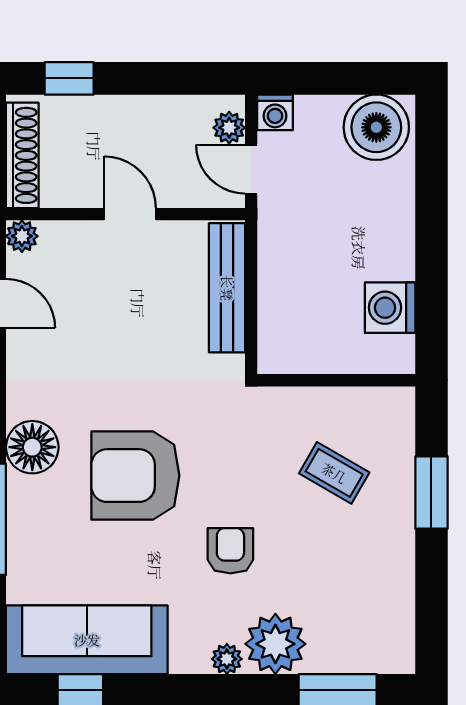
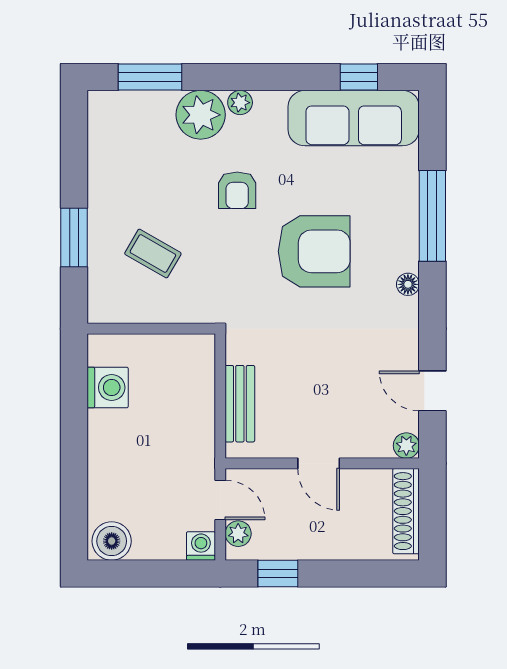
window: (69, 78) -> (278, 574), moved
boiler: (376, 127) -> (112, 541), width x0.73, depth x0.73
bench: (227, 288) -> (240, 404), width x0.73
floor lamp: (32, 447) -> (408, 284), width x0.53, depth x0.53

